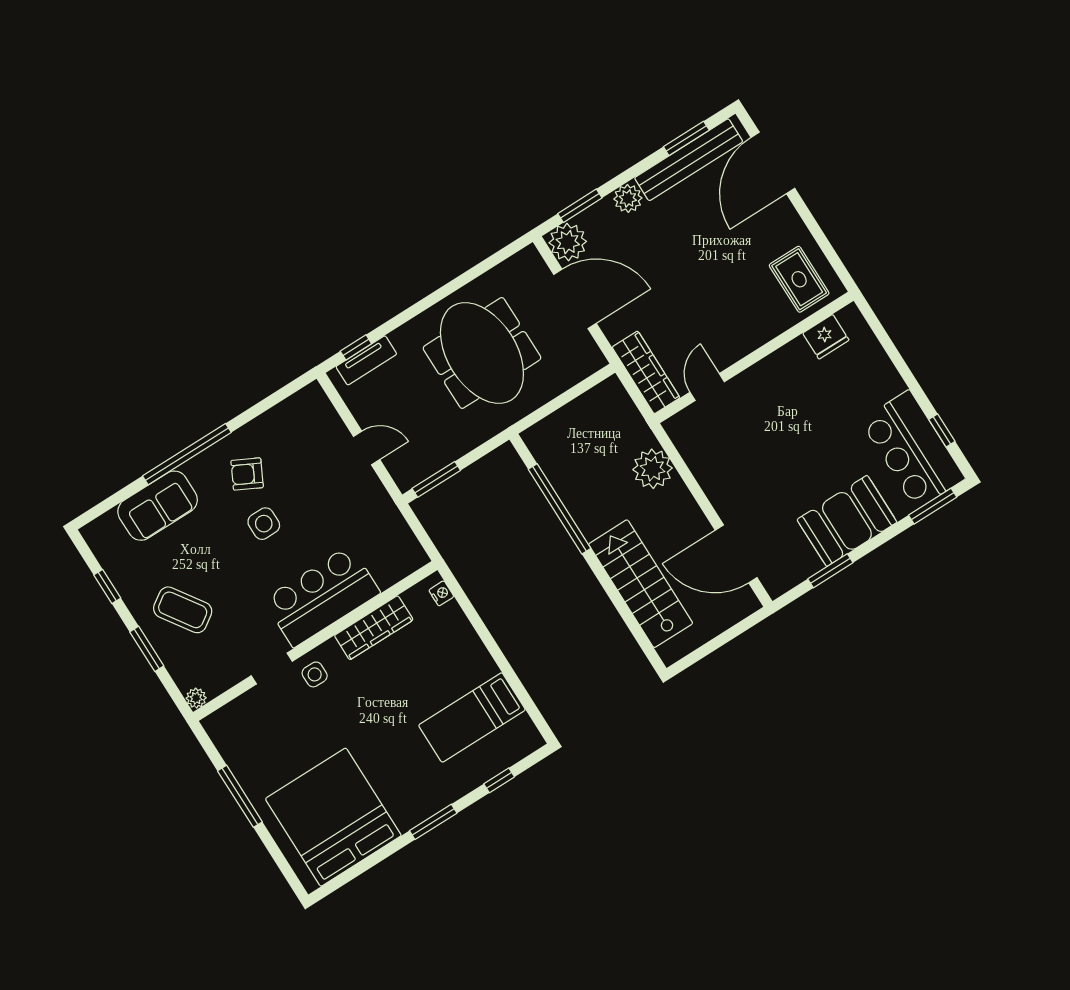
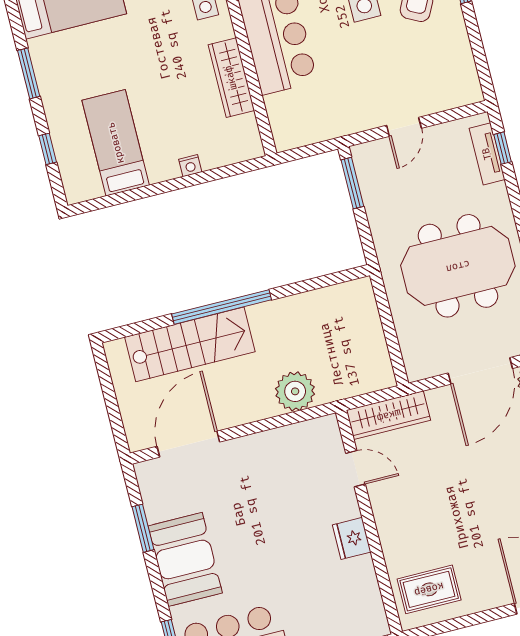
fridge: (826, 337) -> (352, 538), moved
window: (560, 509) -> (222, 307), moved
nightstand: (441, 593) -> (190, 166), moved

